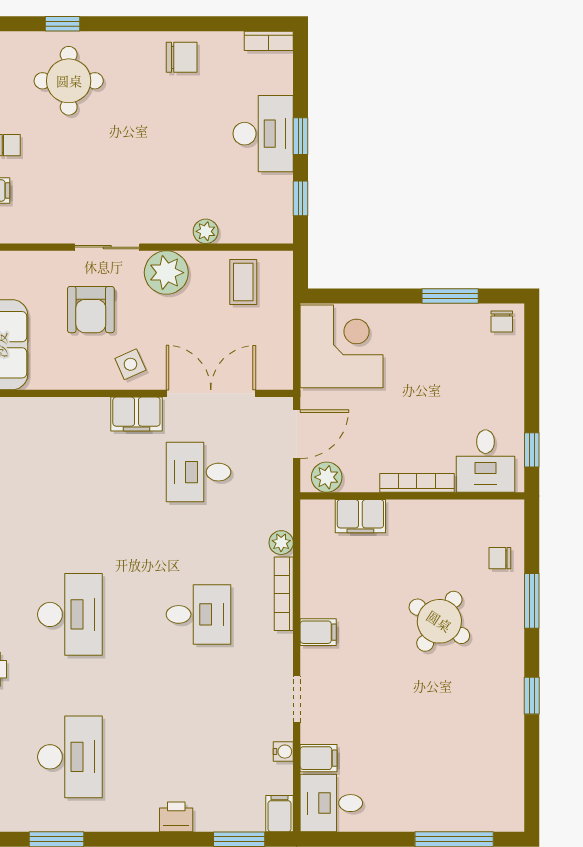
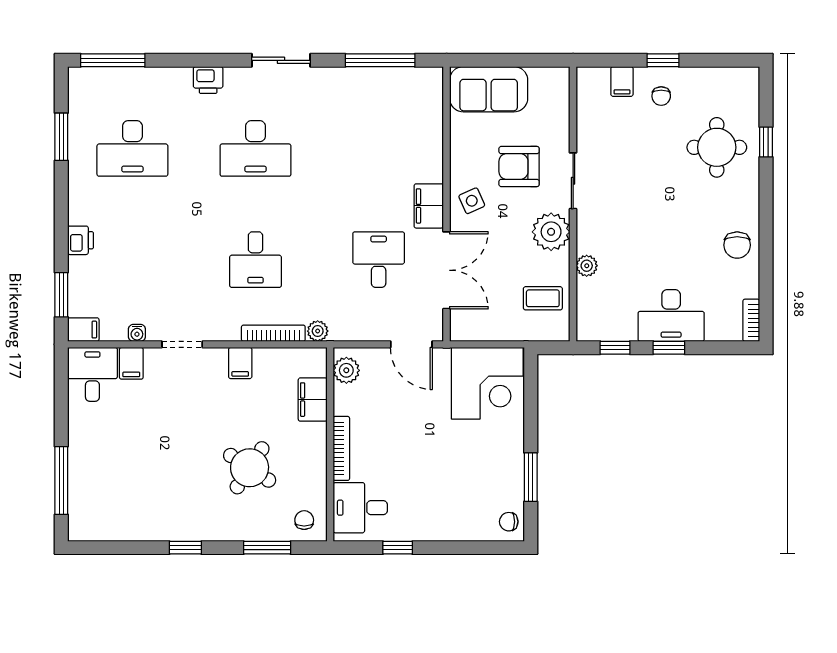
desk: (486, 461) -> (360, 508), moved
plant: (327, 477) -> (346, 370), moved
bookcase: (417, 483) -> (341, 448), moved
wall: (412, 496) -> (330, 444), moved
filing cabinet: (360, 516) -> (313, 400), moved

